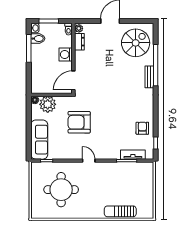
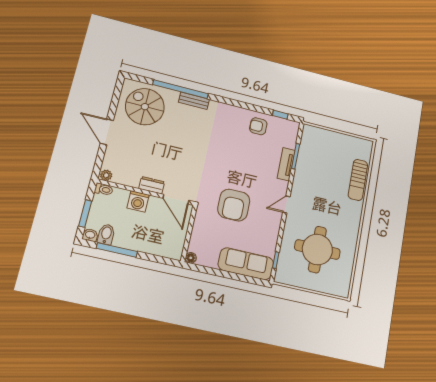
dresser: (79, 42) -> (152, 185), moved
plant: (48, 104) -> (201, 242), removed
tv unit: (133, 155) -> (286, 164), moved

